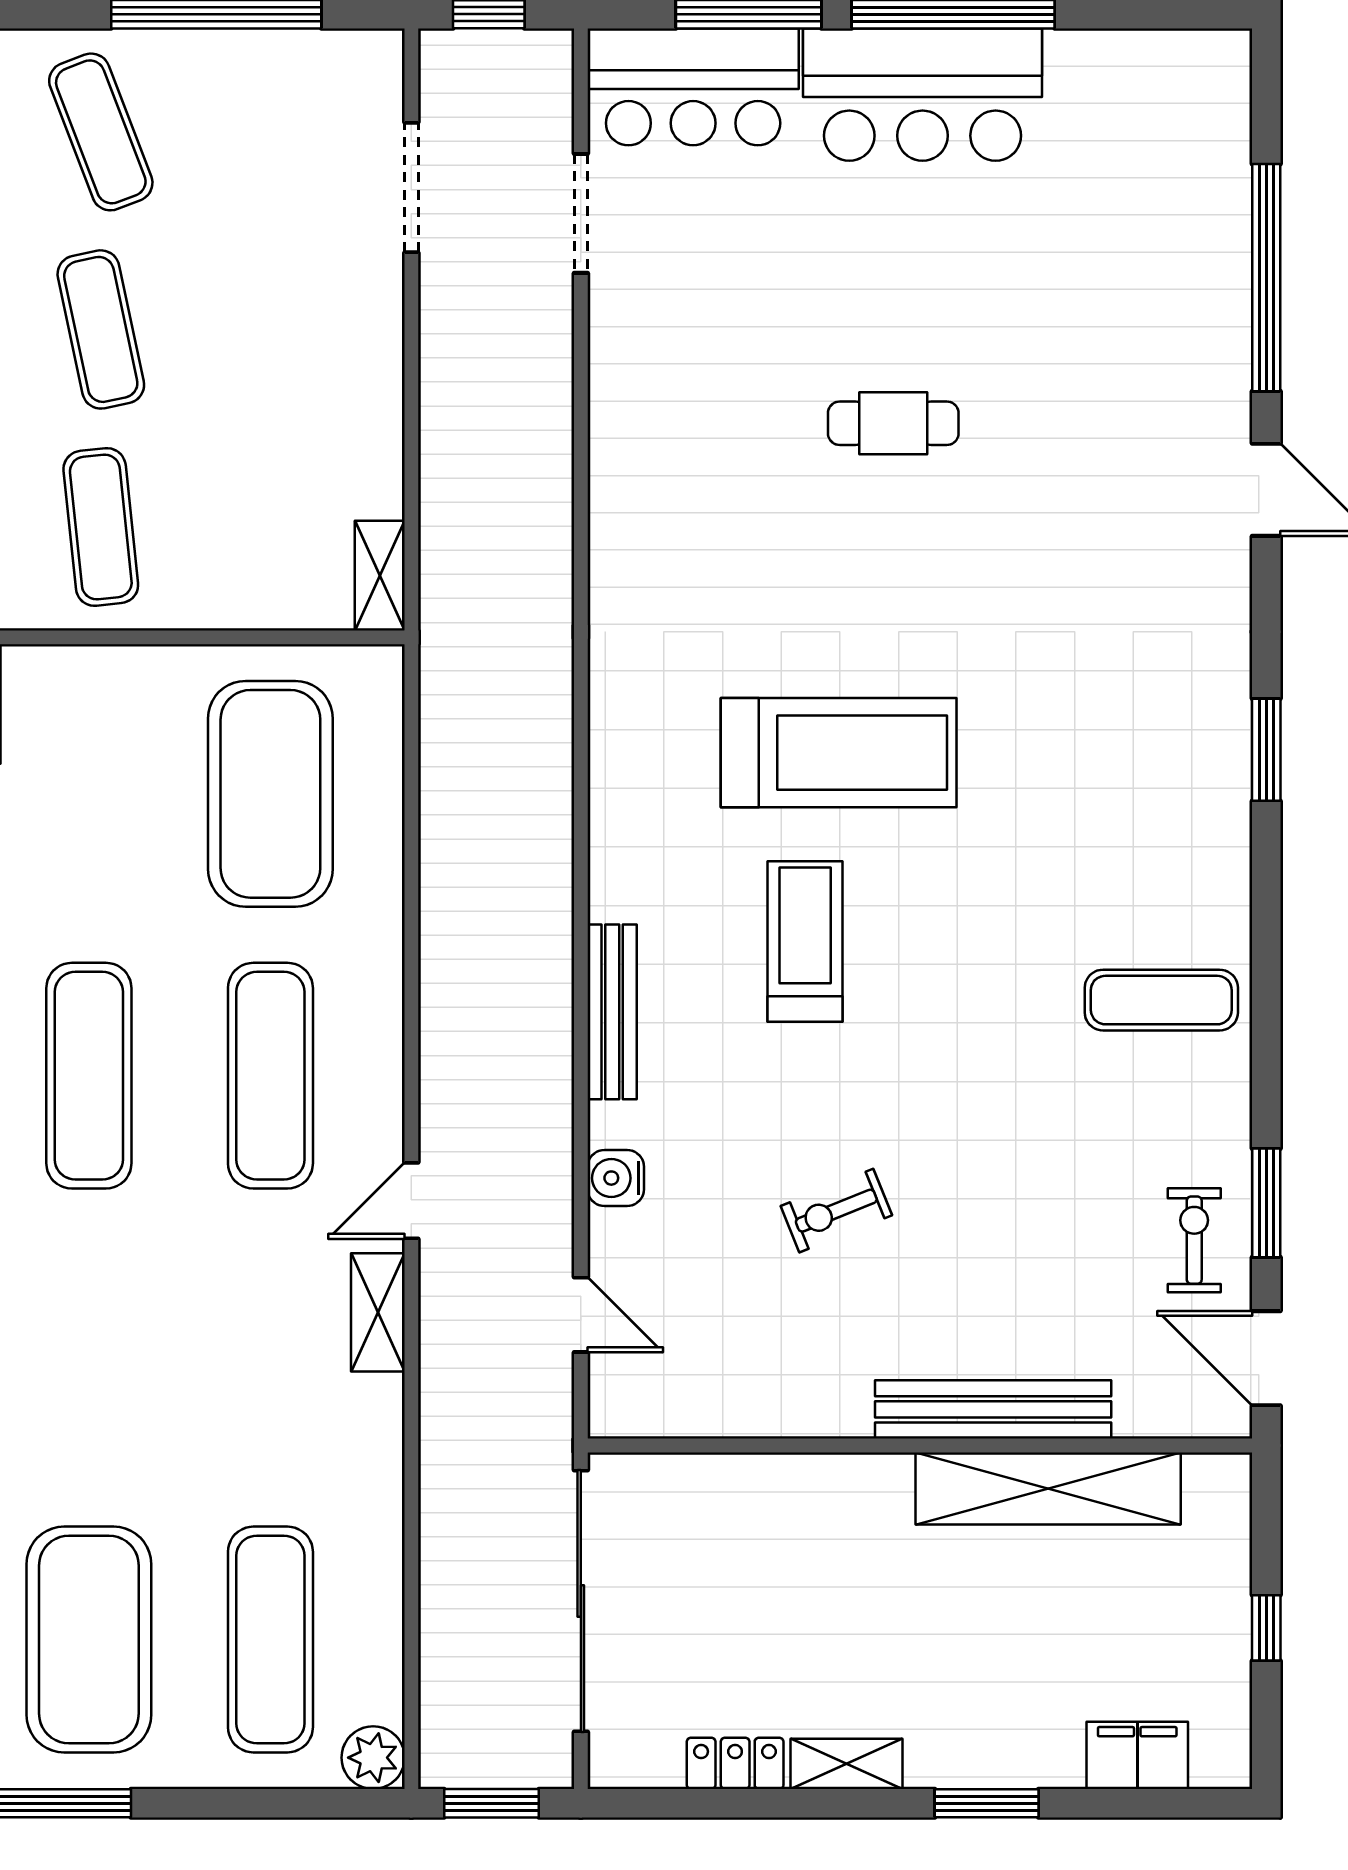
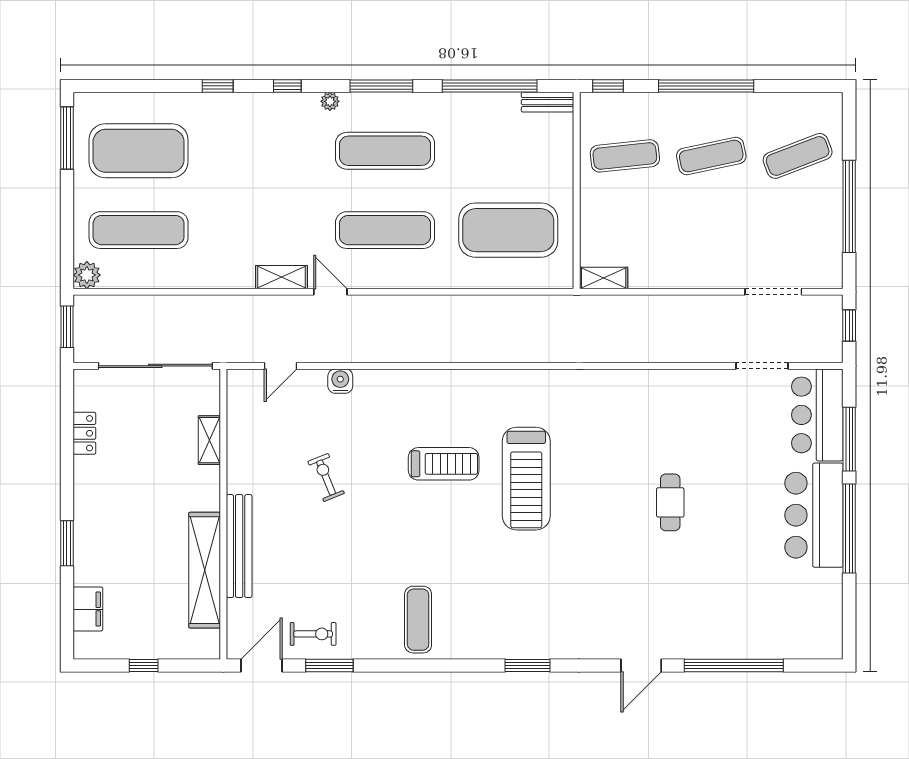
bench: (612, 1012) -> (413, 380), removed
shelving: (846, 1764) -> (209, 440), moved

